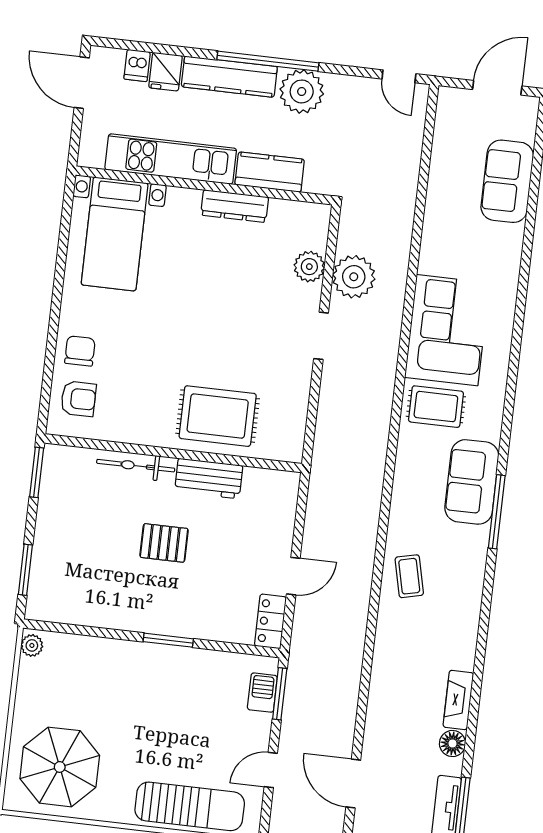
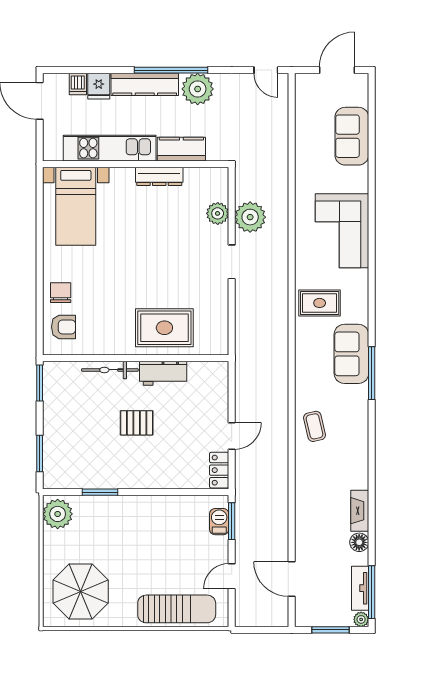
corner sofa: (447, 330) -> (342, 231), moved, turned 180
window: (168, 640) -> (100, 492), moved
plant: (32, 645) -> (58, 514), width x1.88, depth x1.88

